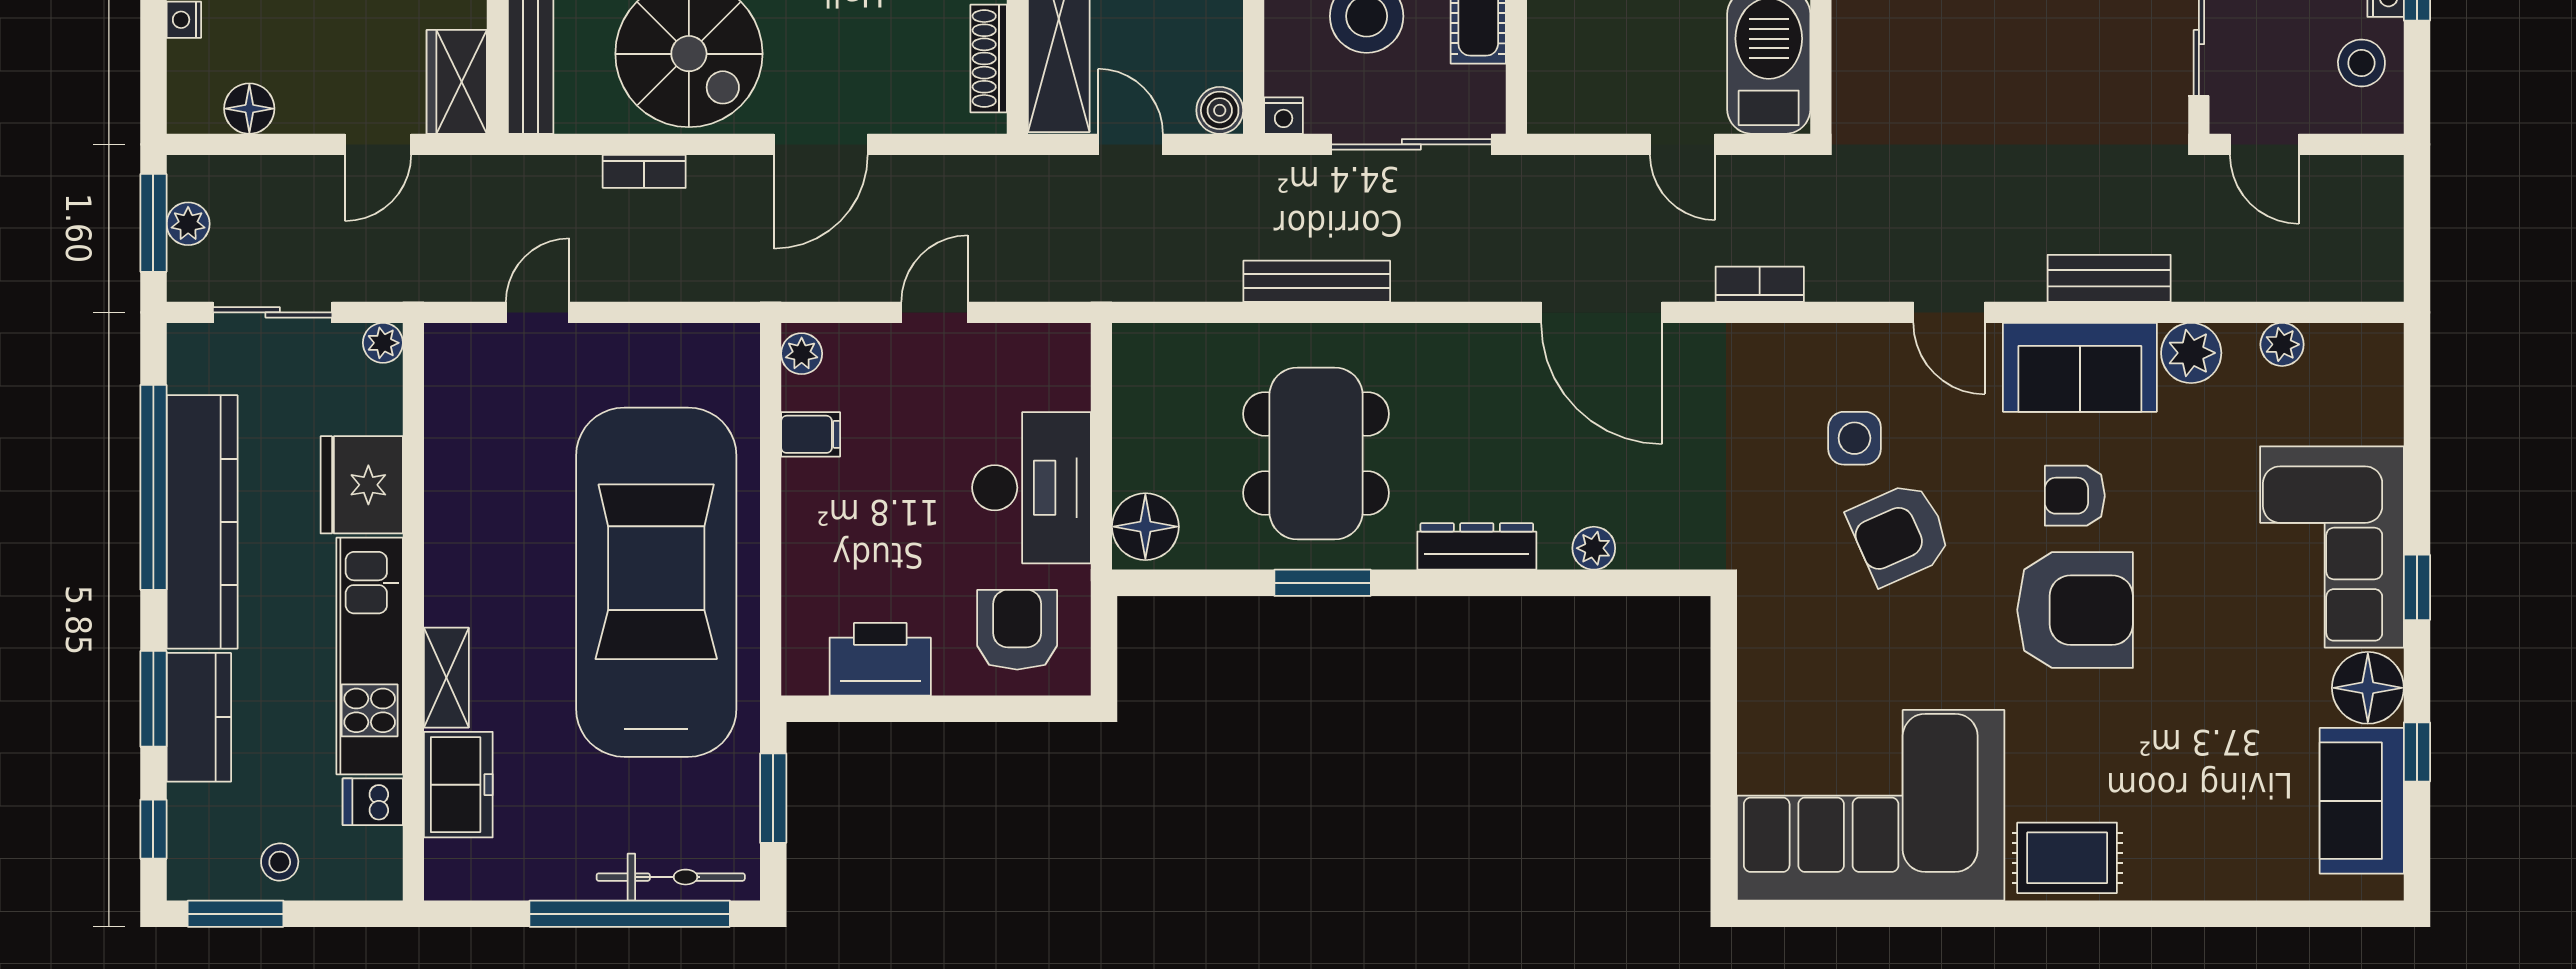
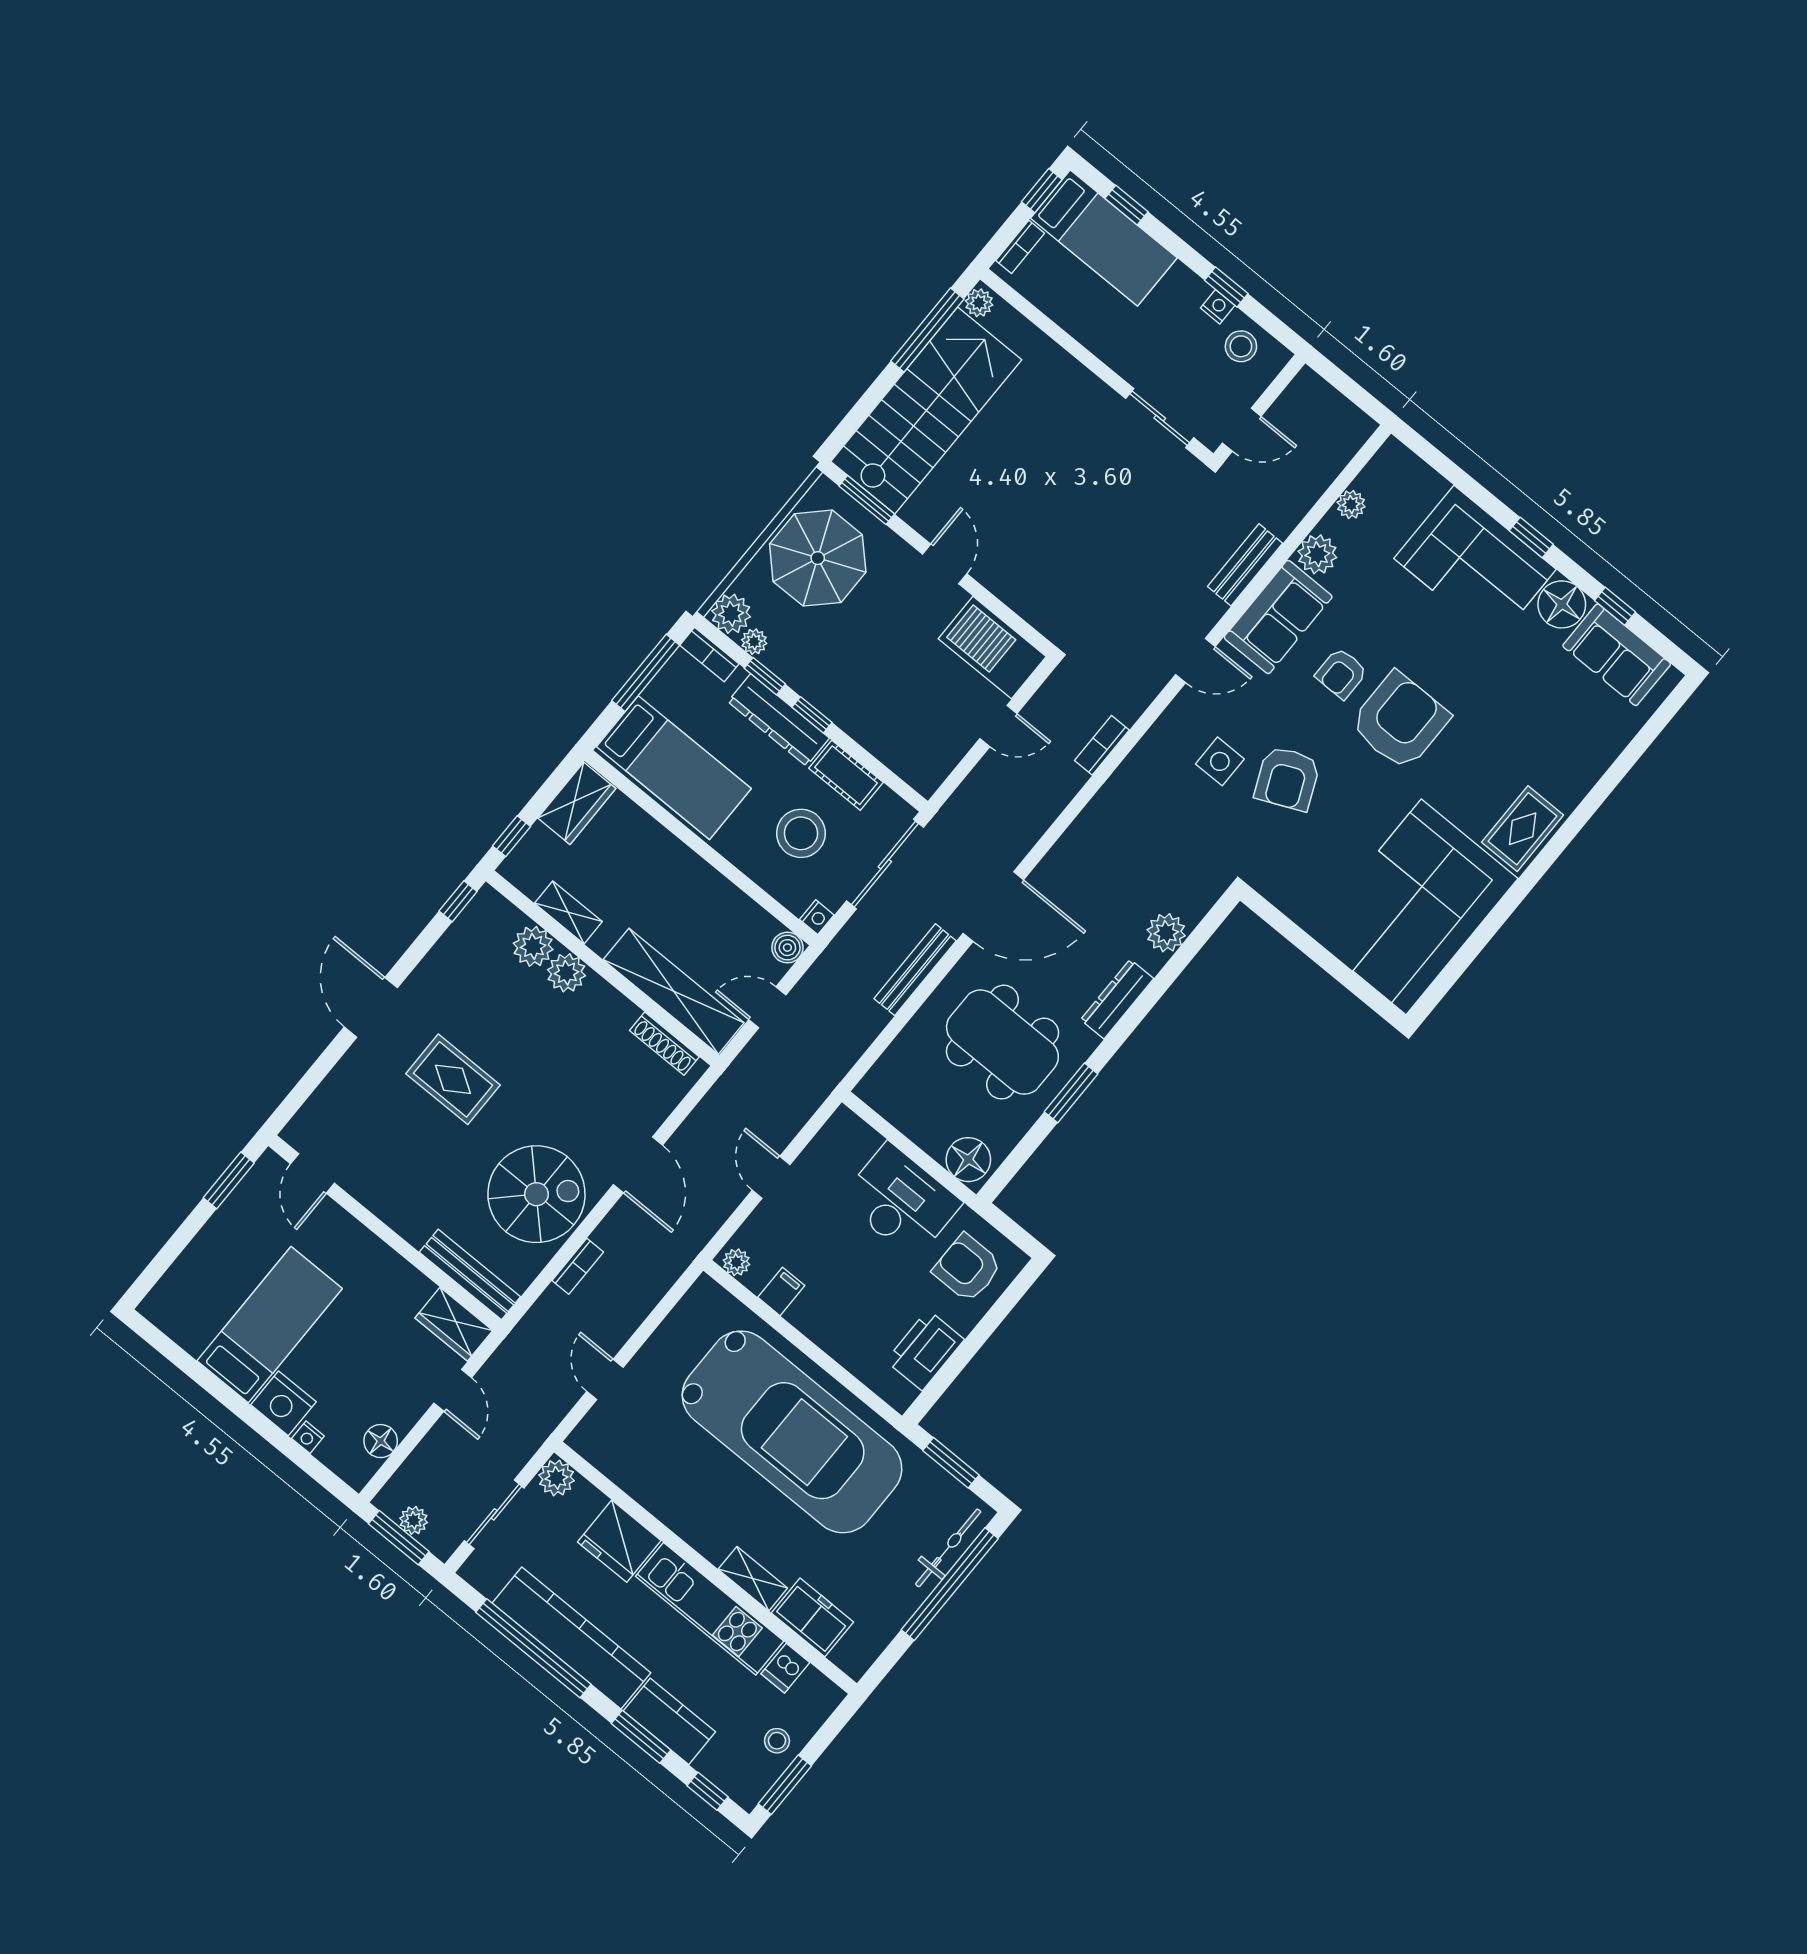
door: (1602, 312) -> (993, 907), moved
plant: (383, 343) -> (556, 1478), width x1.38, depth x1.38
plant: (1594, 548) -> (1166, 933), width x1.38, depth x1.38
car: (656, 582) -> (792, 1432), turned 180

